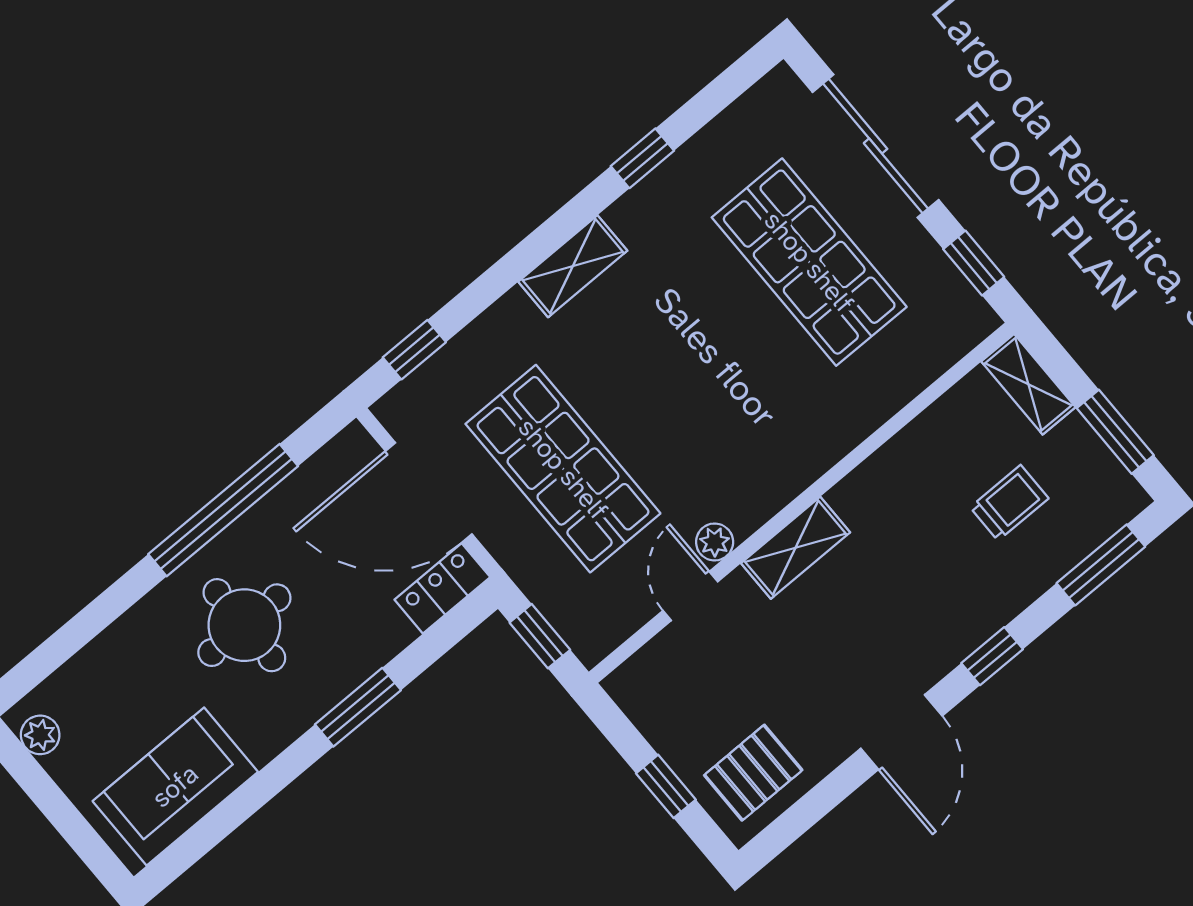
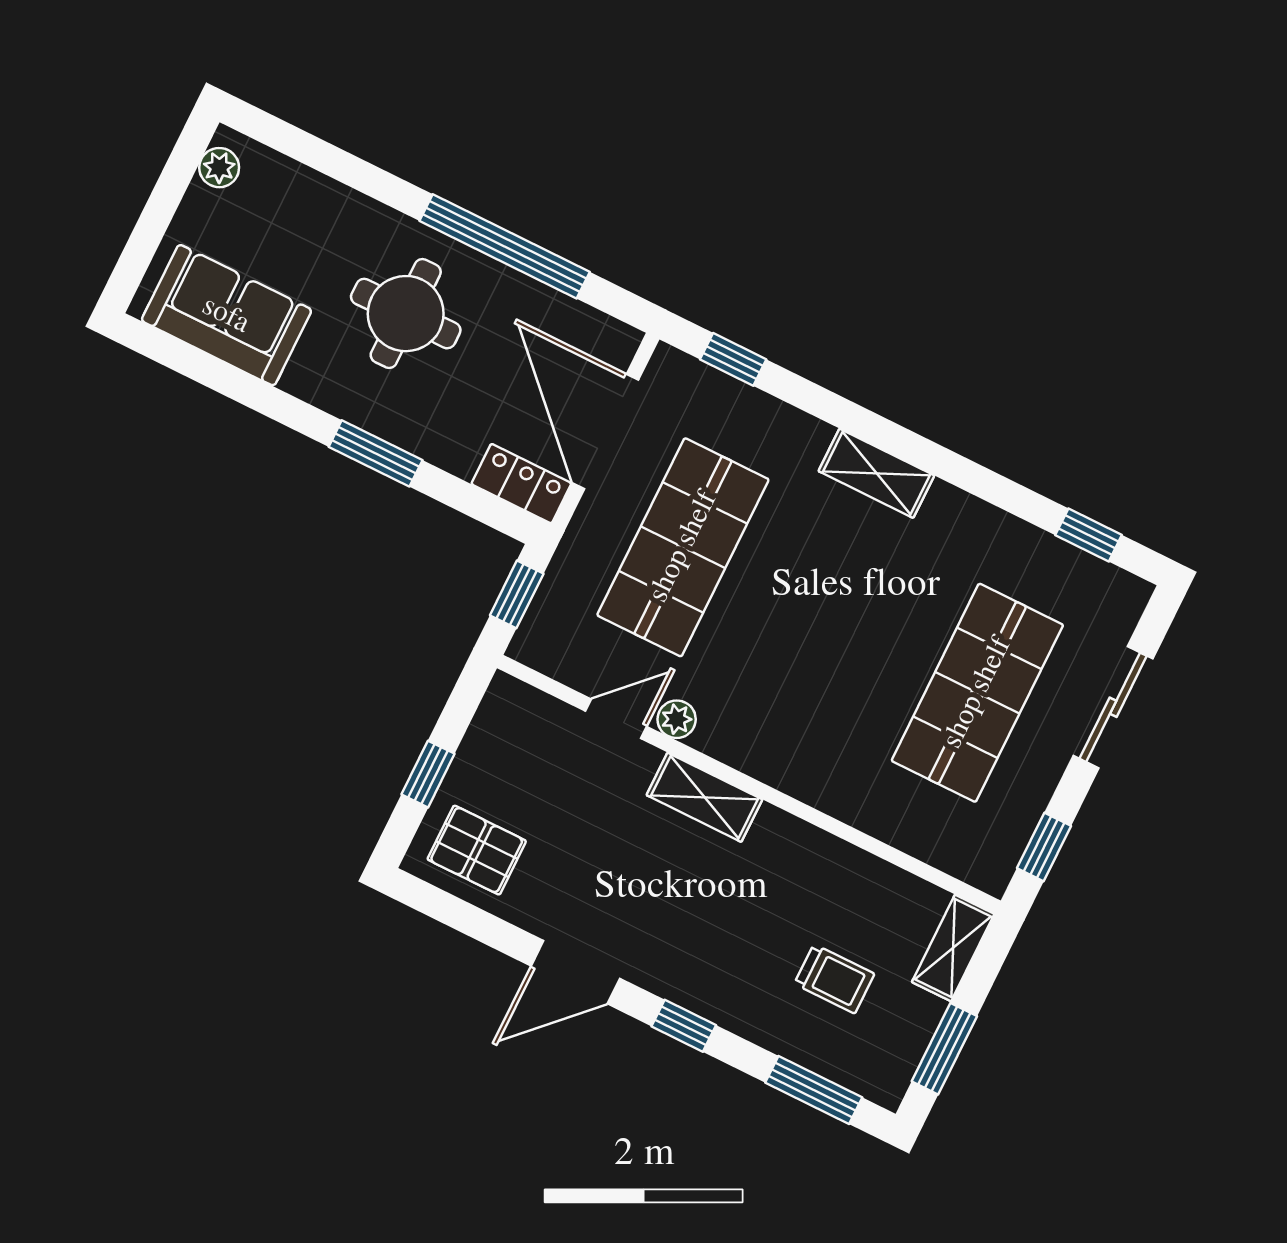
sliding door: (876, 146) -> (1113, 707), width x0.73
window: (642, 158) -> (1089, 535), moved

